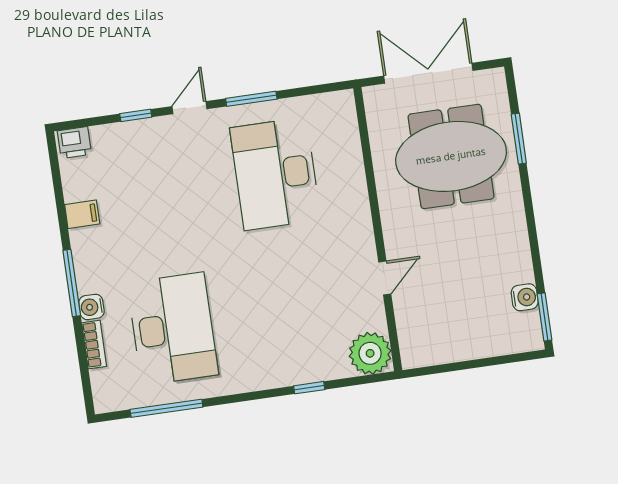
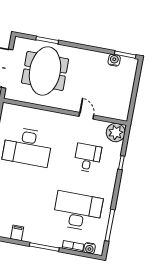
water cooler: (91, 307) -> (90, 248), moved
desk: (295, 311) -> (88, 158), added

